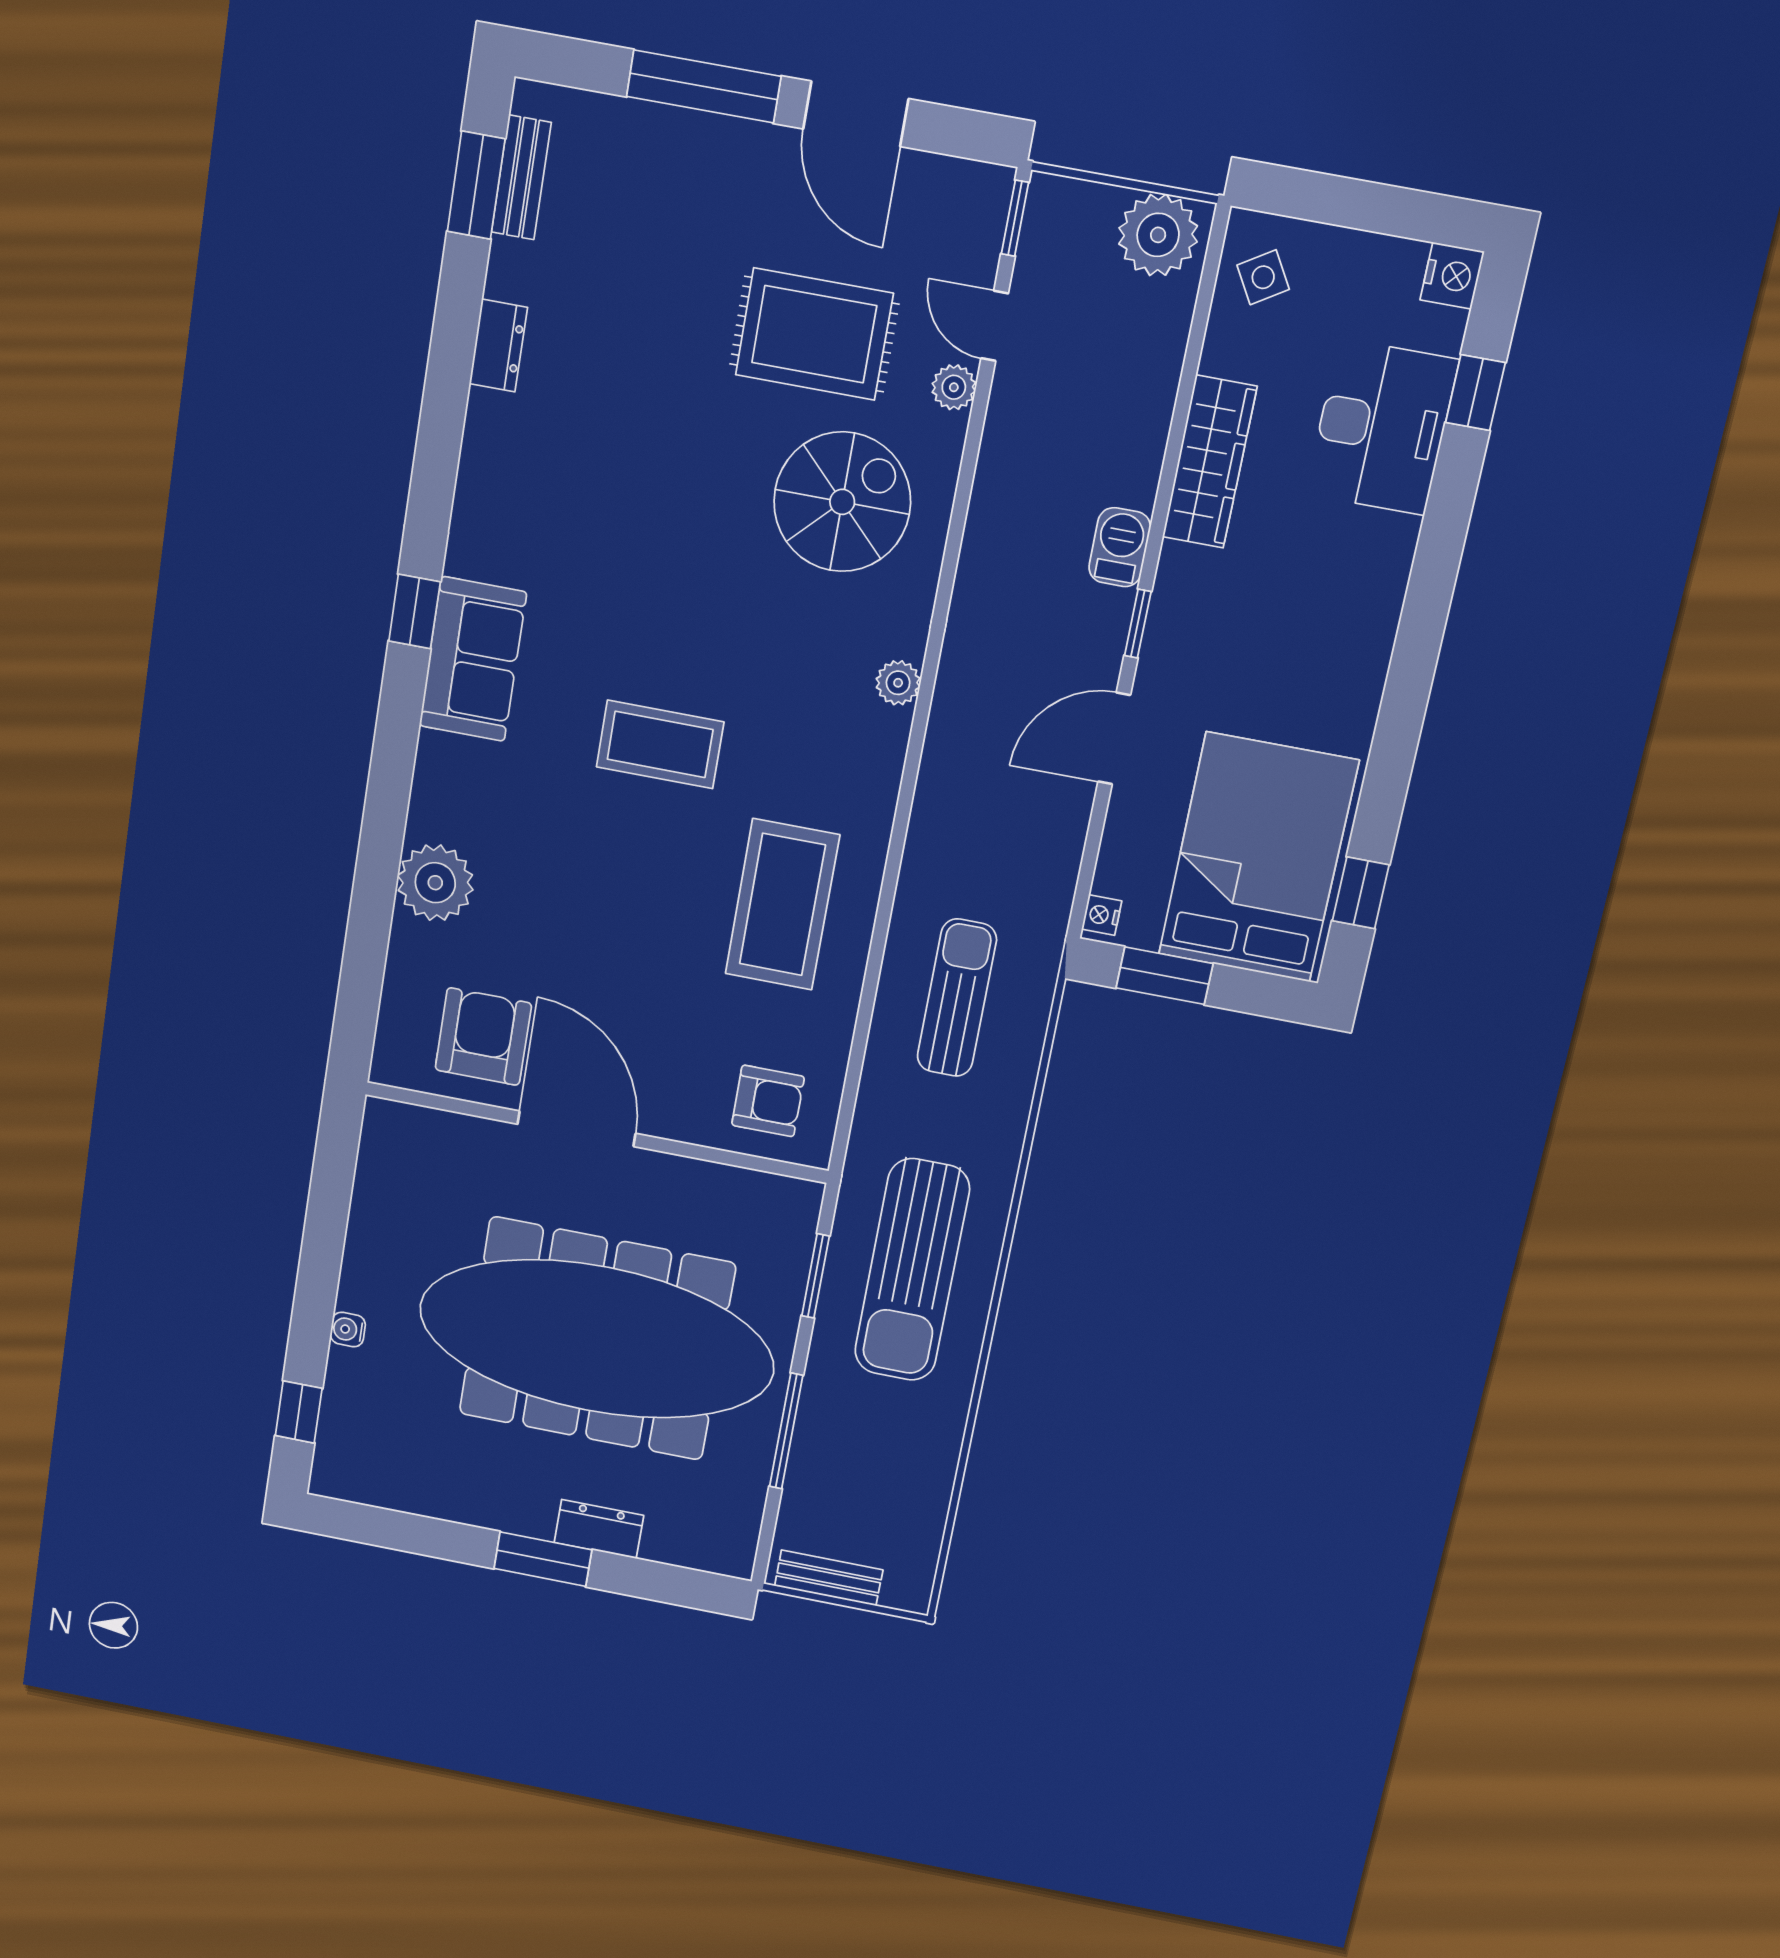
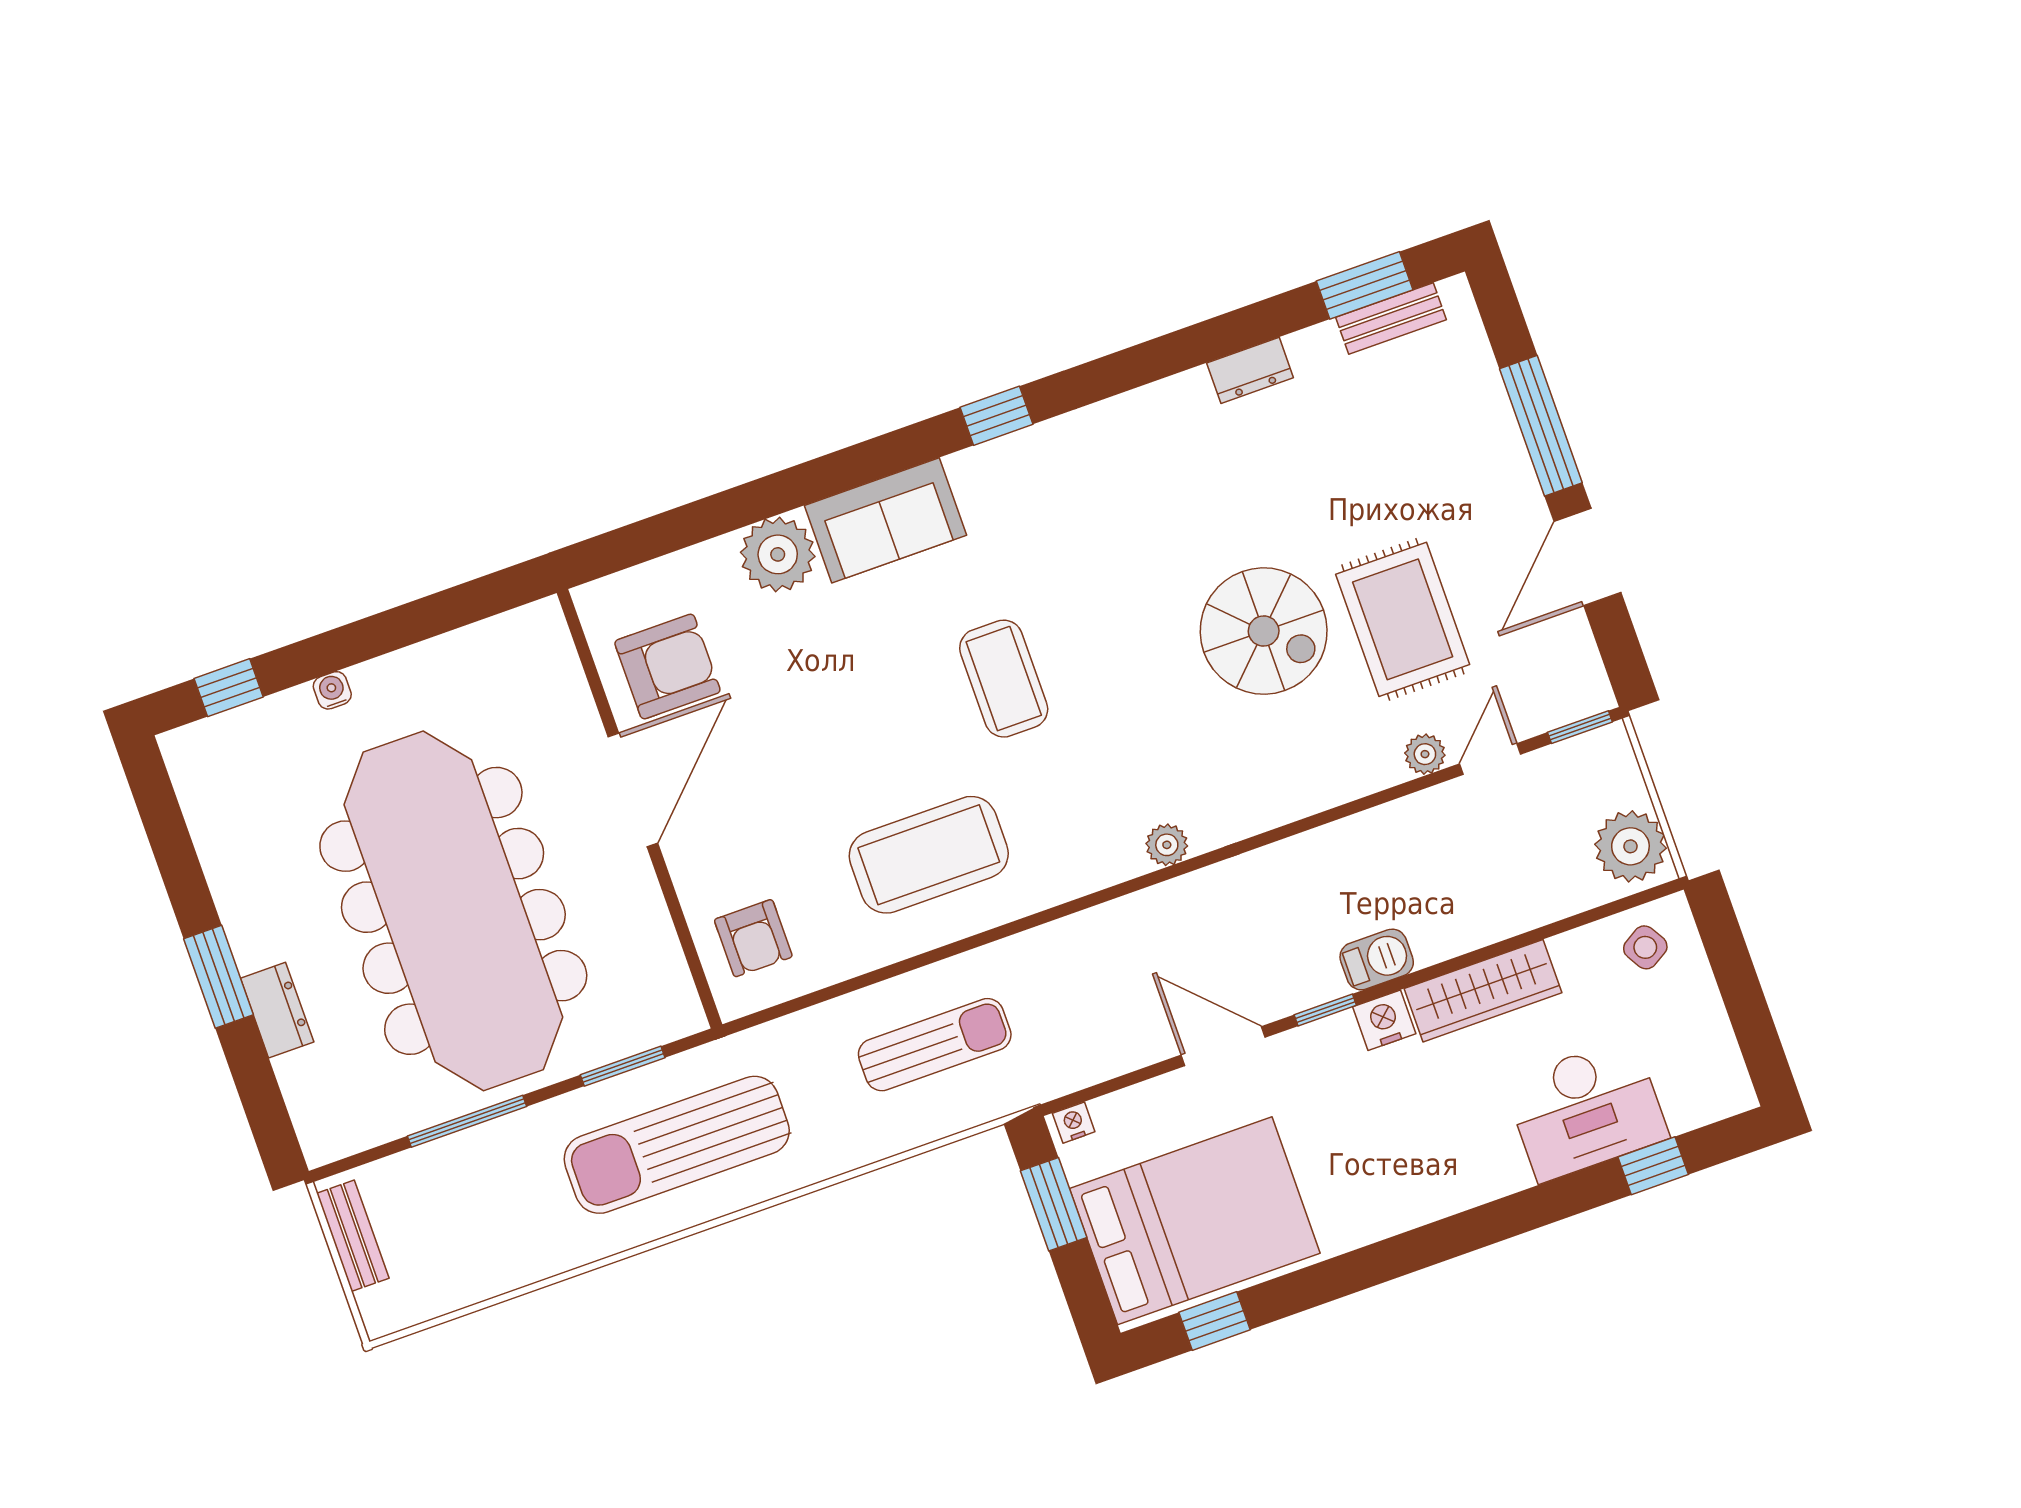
nightstand: (1452, 276) -> (1384, 1020), moved, turned 180
spiral stairs: (842, 502) -> (1264, 631), moved
sofa: (473, 659) -> (885, 520), moved

